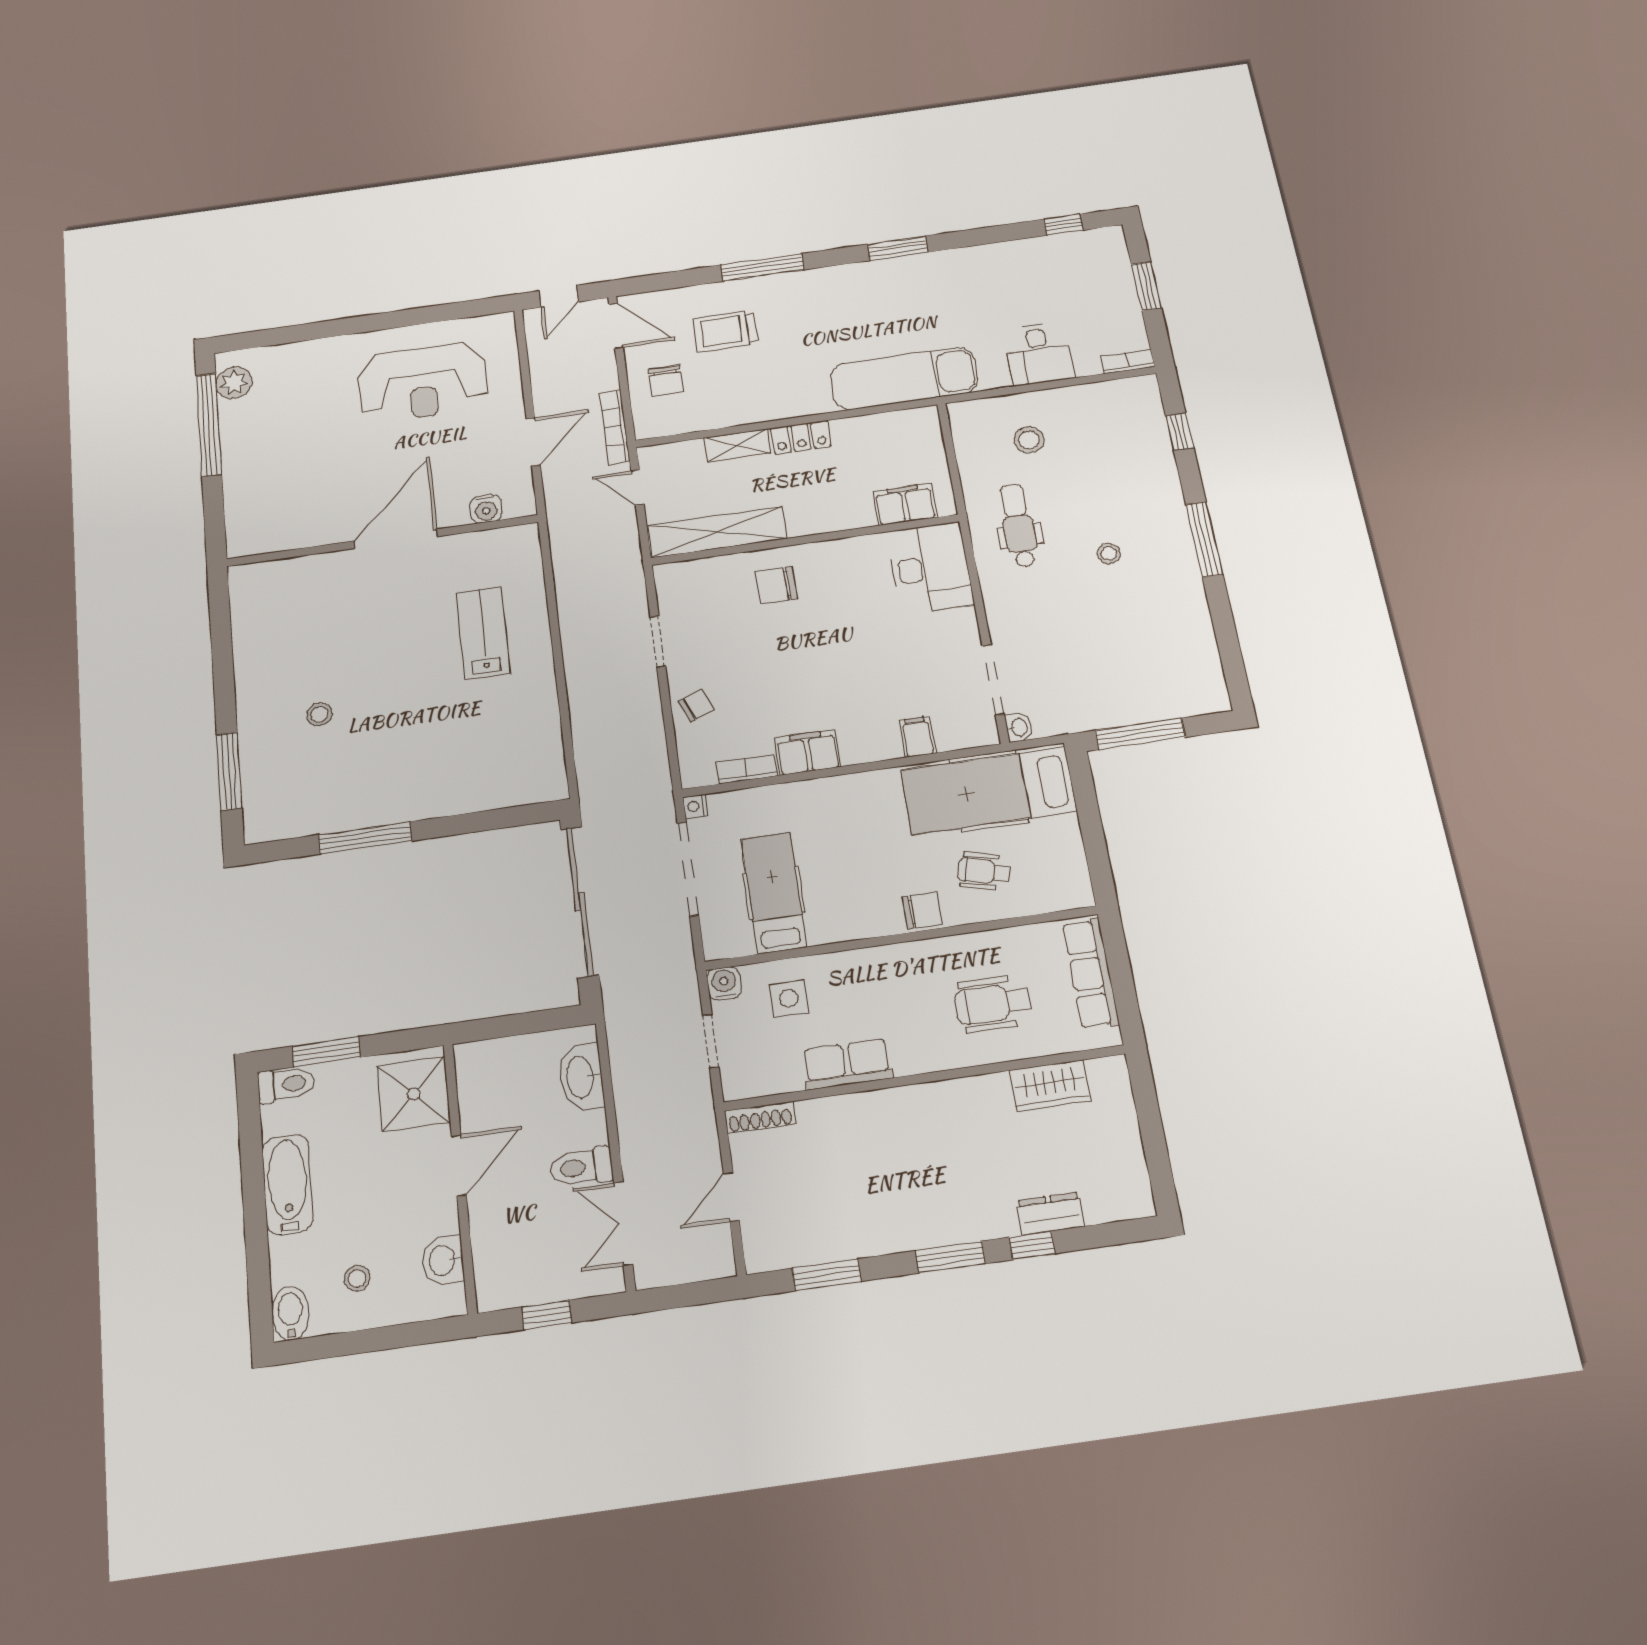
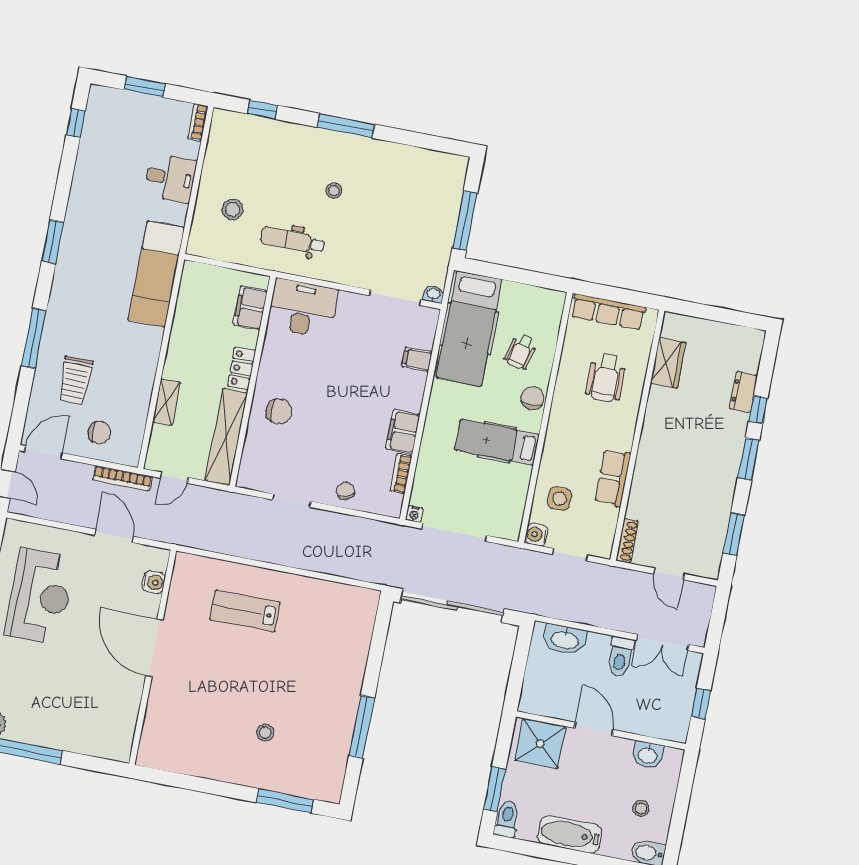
locker: (801, 437) -> (242, 368), moved, turned 180
chair: (776, 585) -> (279, 411), turned -90
hospital bed: (774, 893) -> (497, 442), moved

